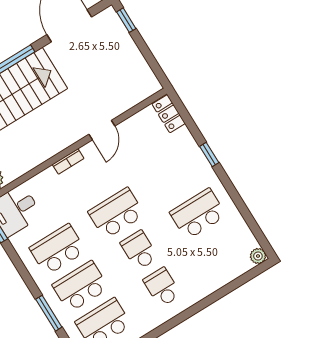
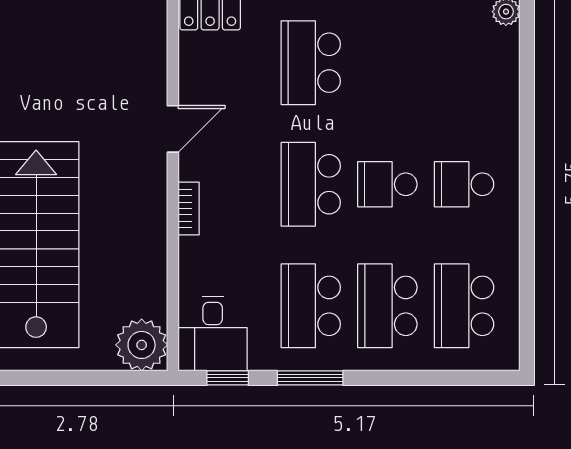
door: (102, 130) -> (173, 129), hinge flipped
school desk: (198, 214) -> (311, 63), moved
window: (49, 313) -> (310, 378), moved

